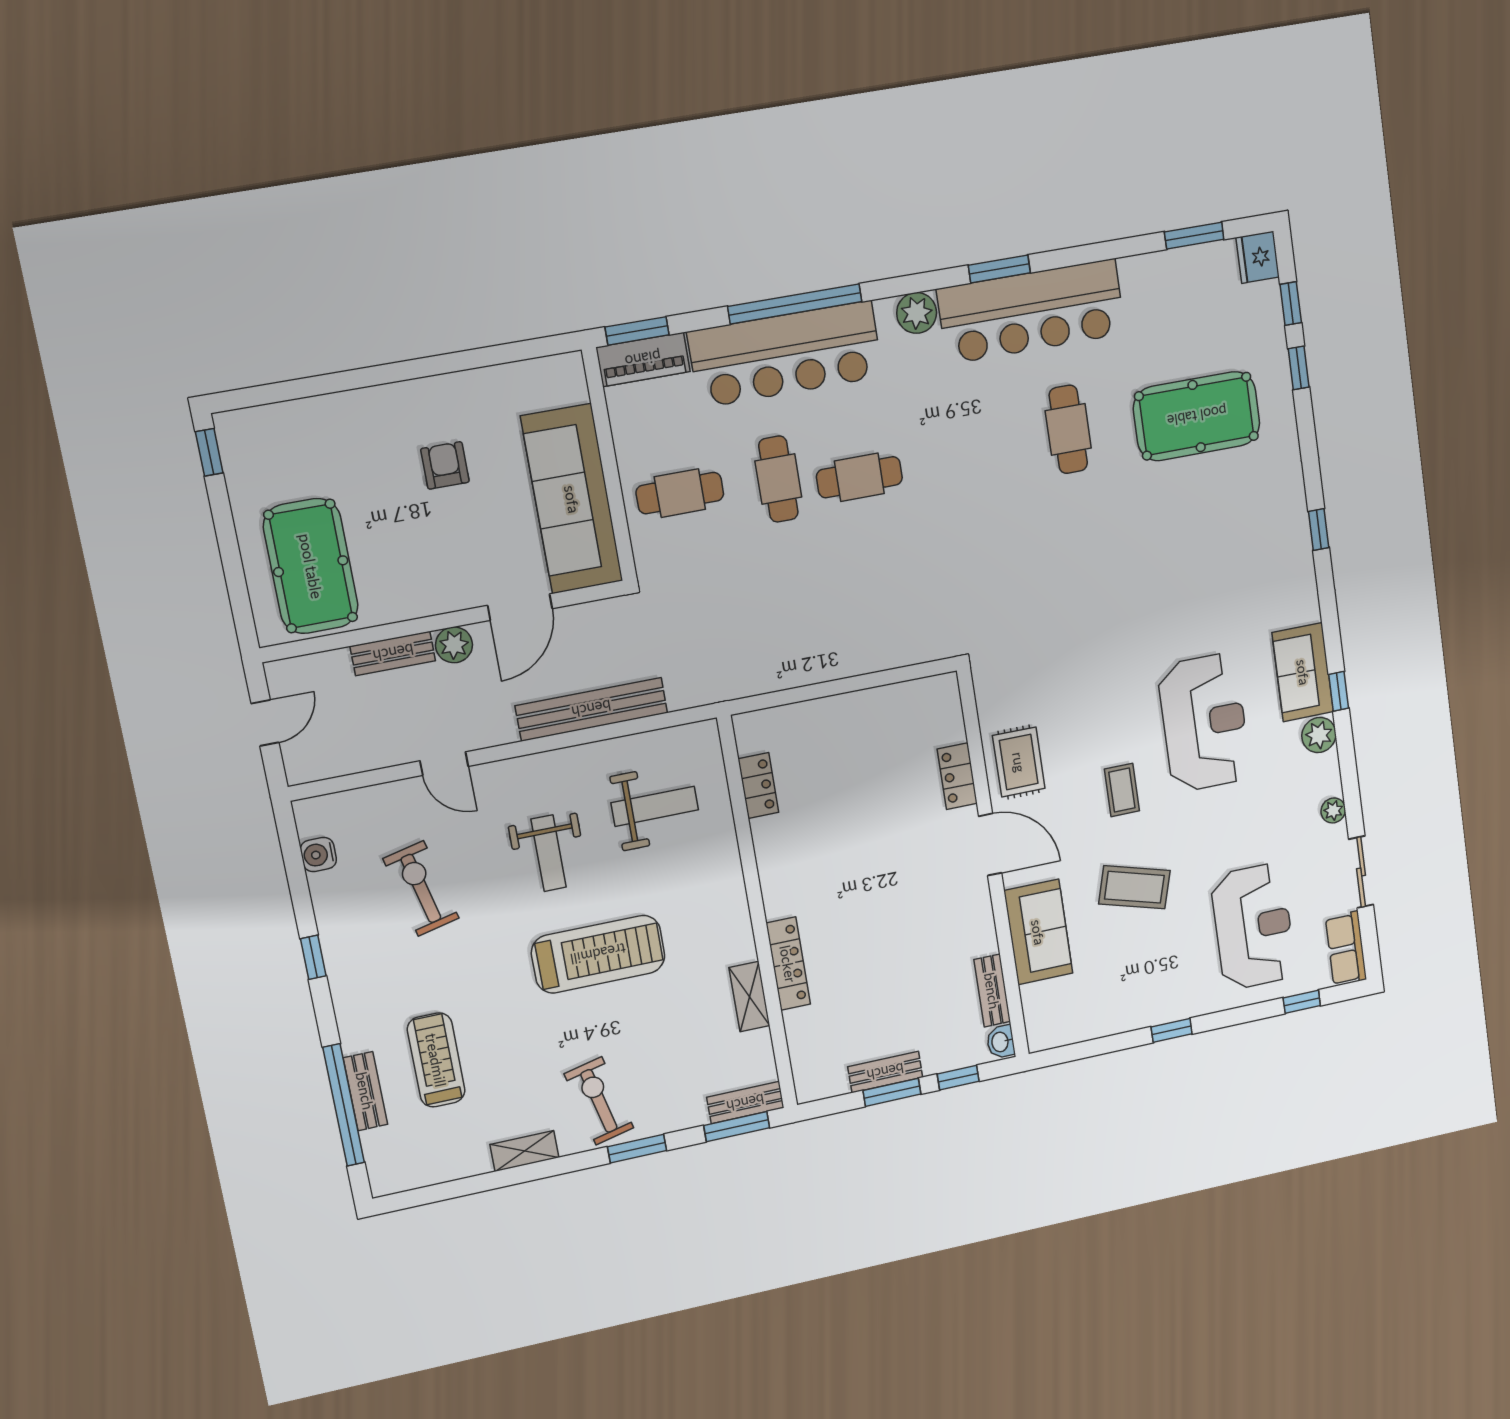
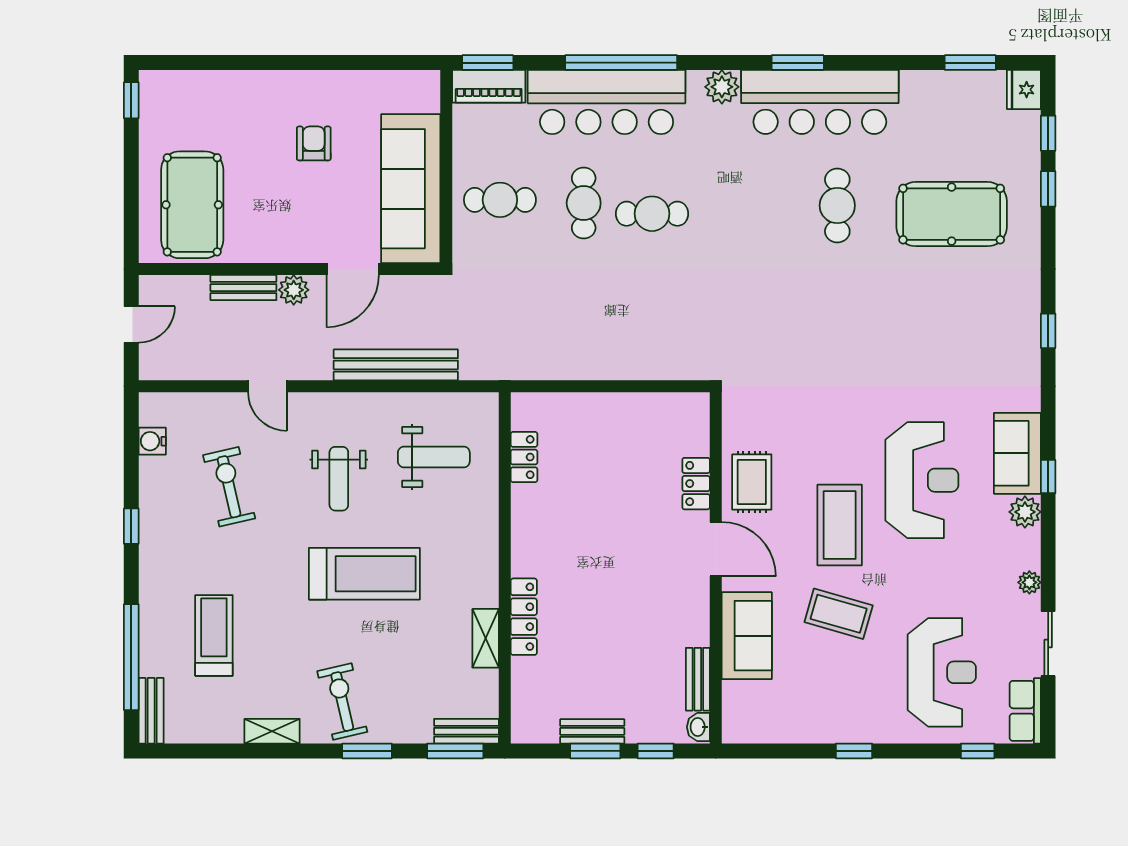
coffee table: (1122, 790) -> (840, 525), width x1.86, depth x1.72
bench: (365, 1091) -> (151, 711), moved

